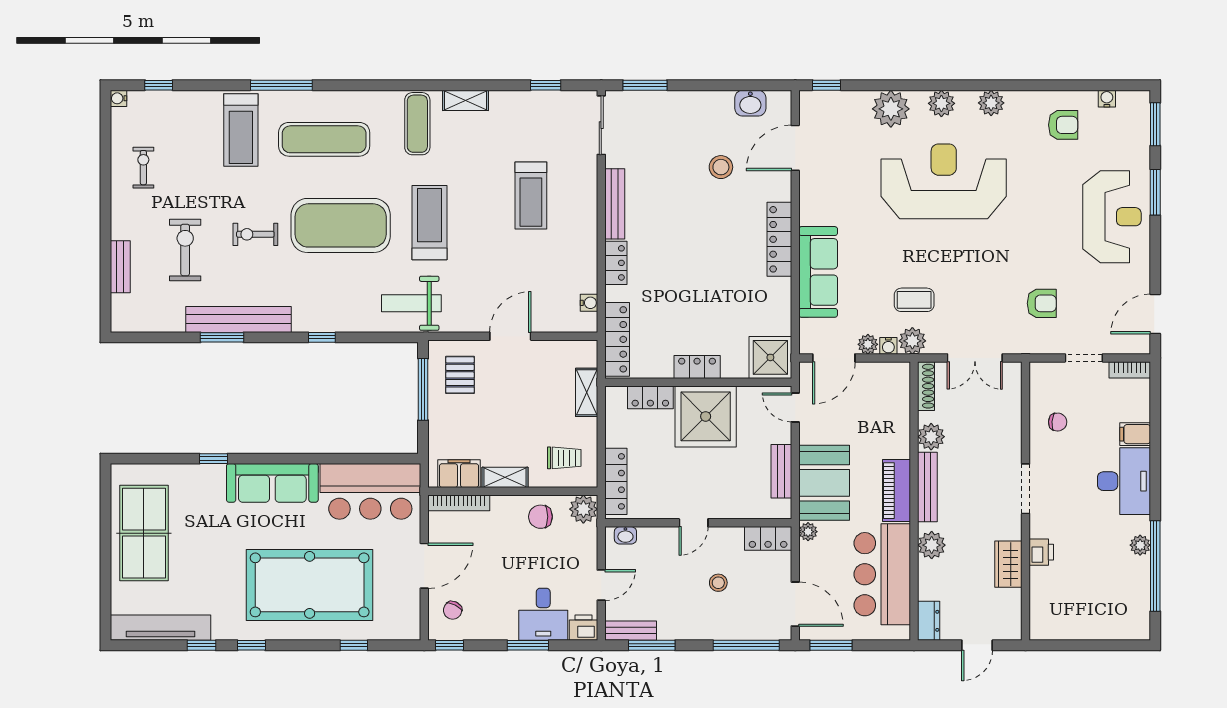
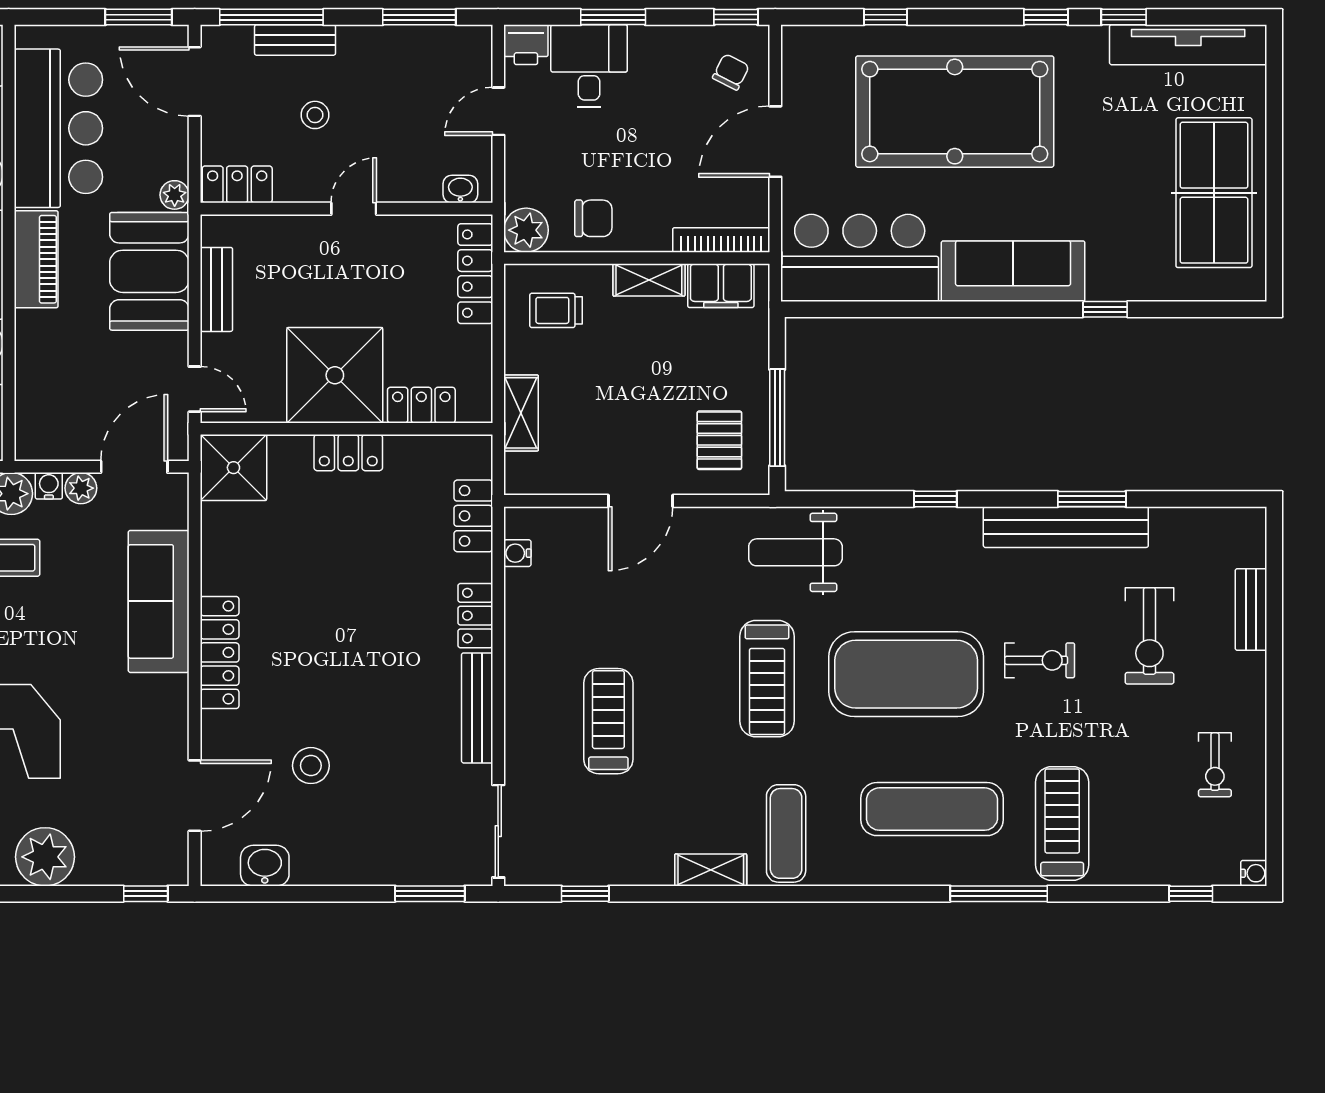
weight bench: (411, 303) -> (795, 552), turned 180
locker: (617, 339) -> (473, 516), width x0.66
bench: (631, 631) -> (295, 40), moved

